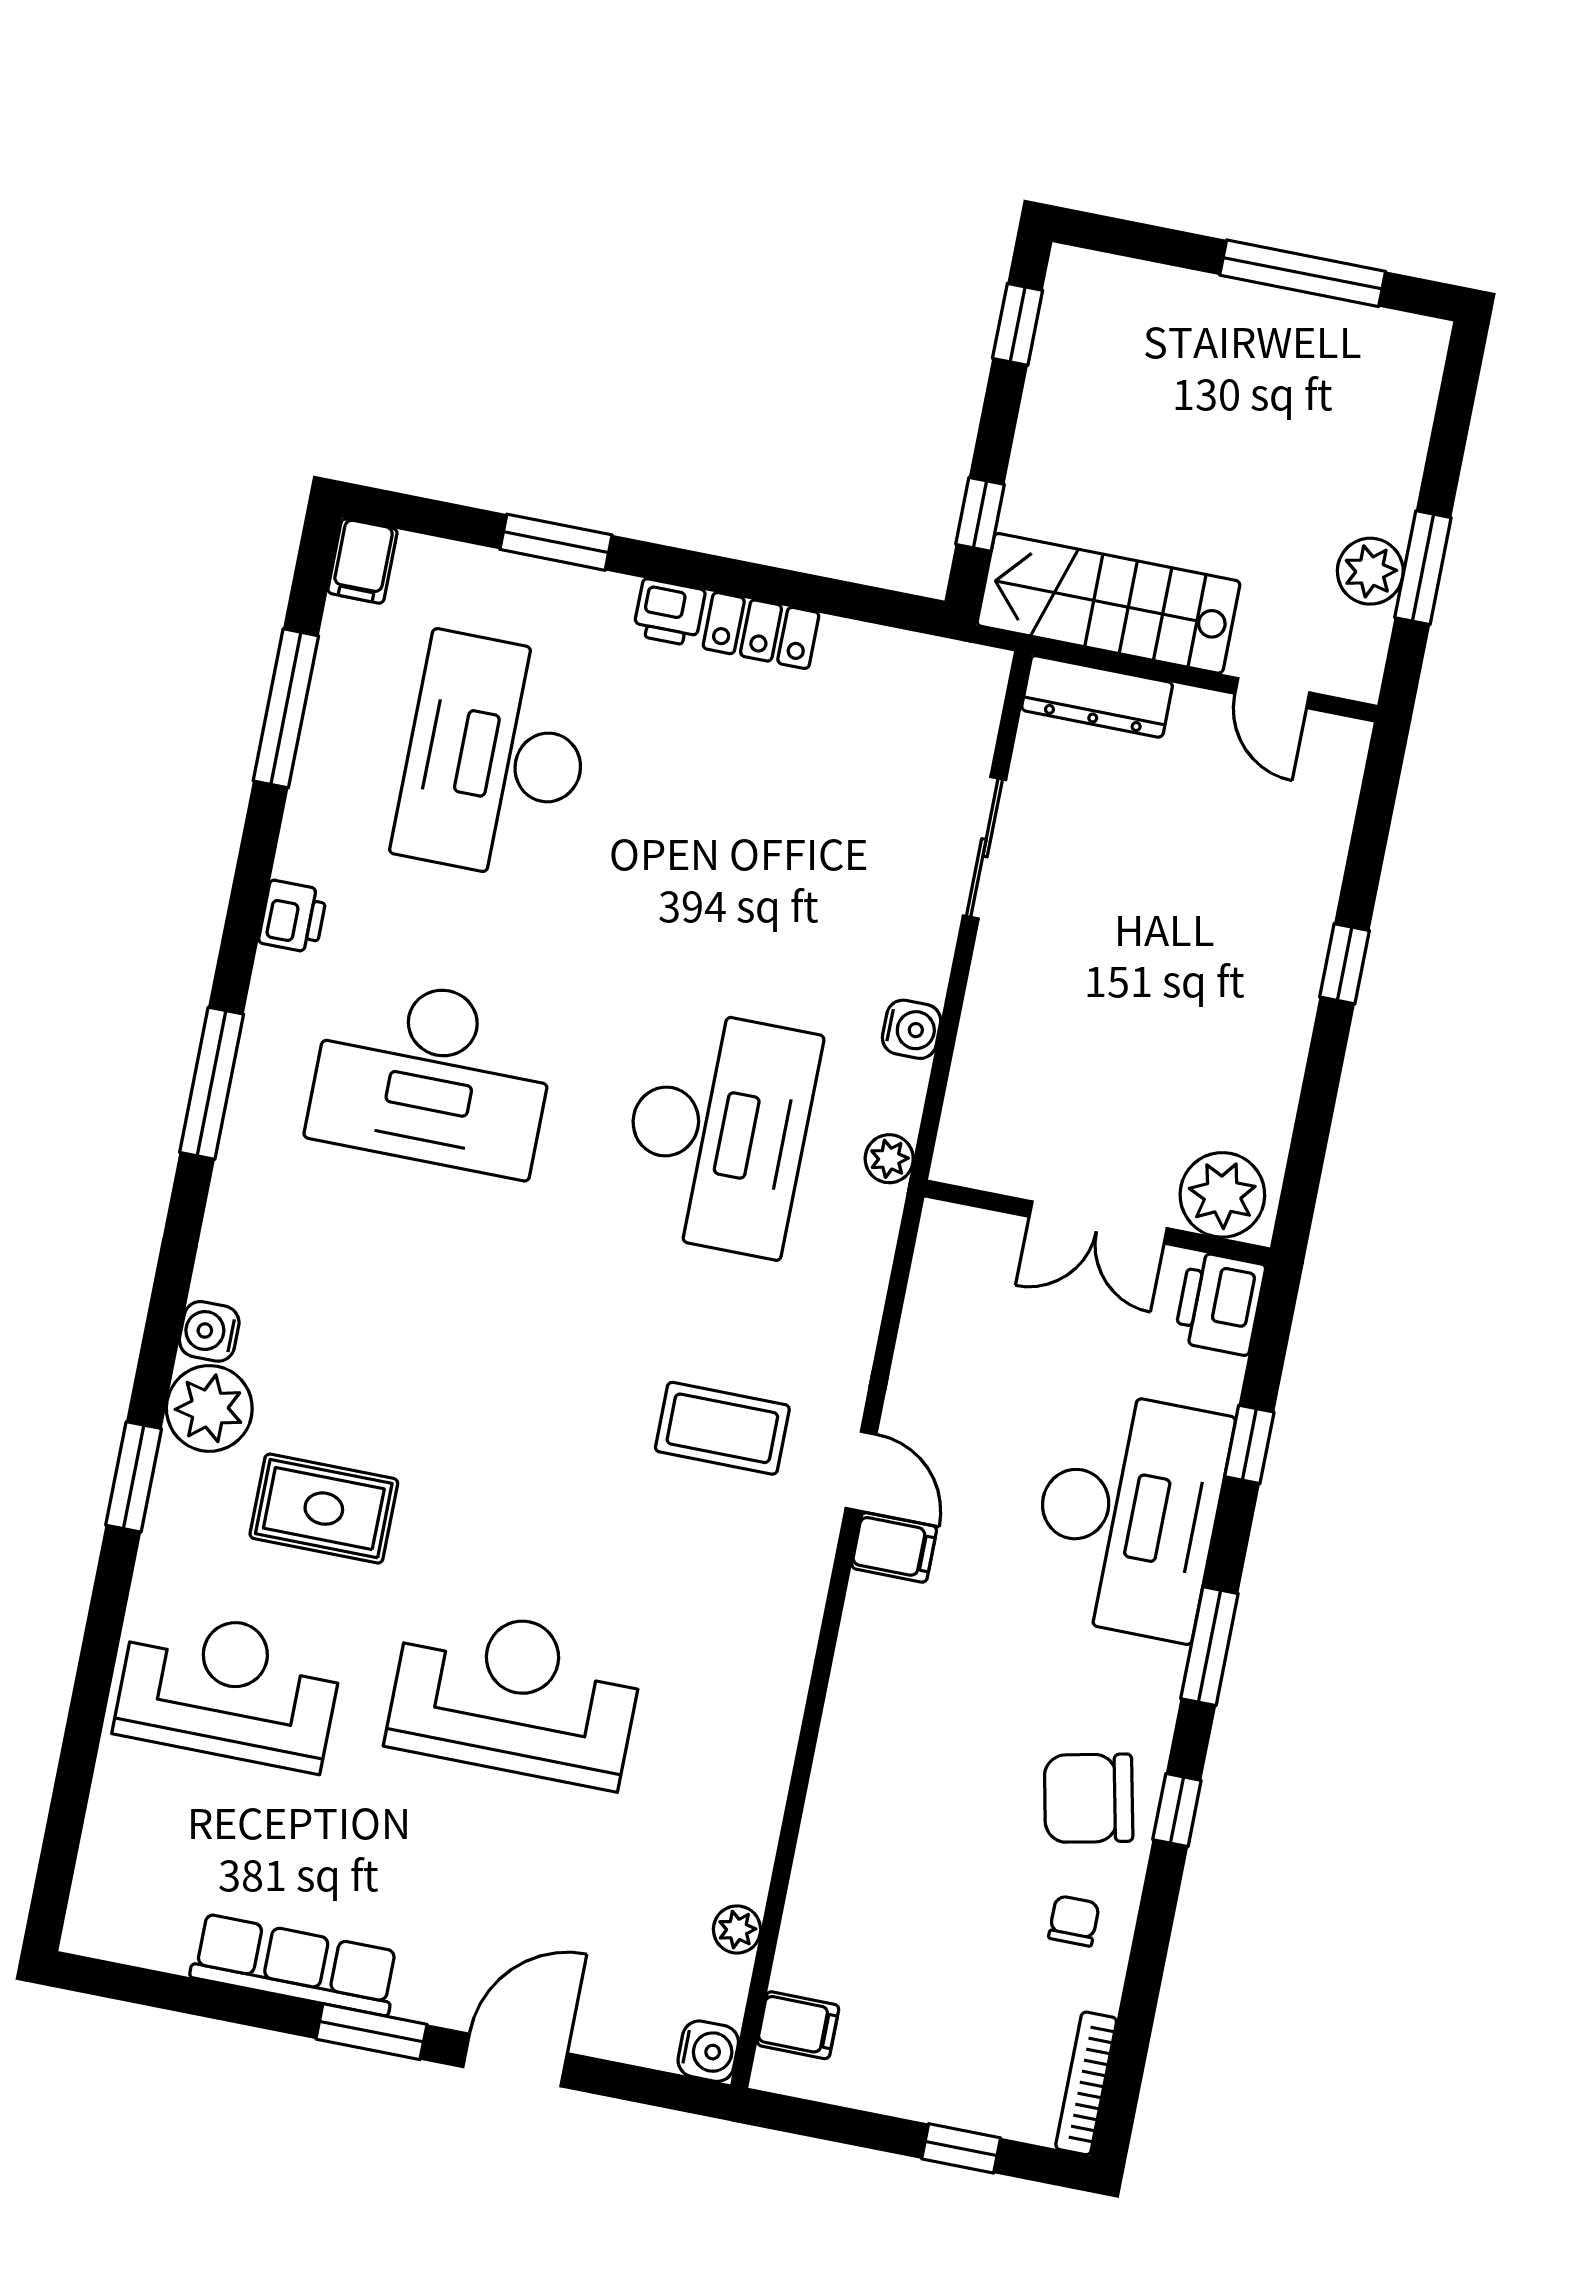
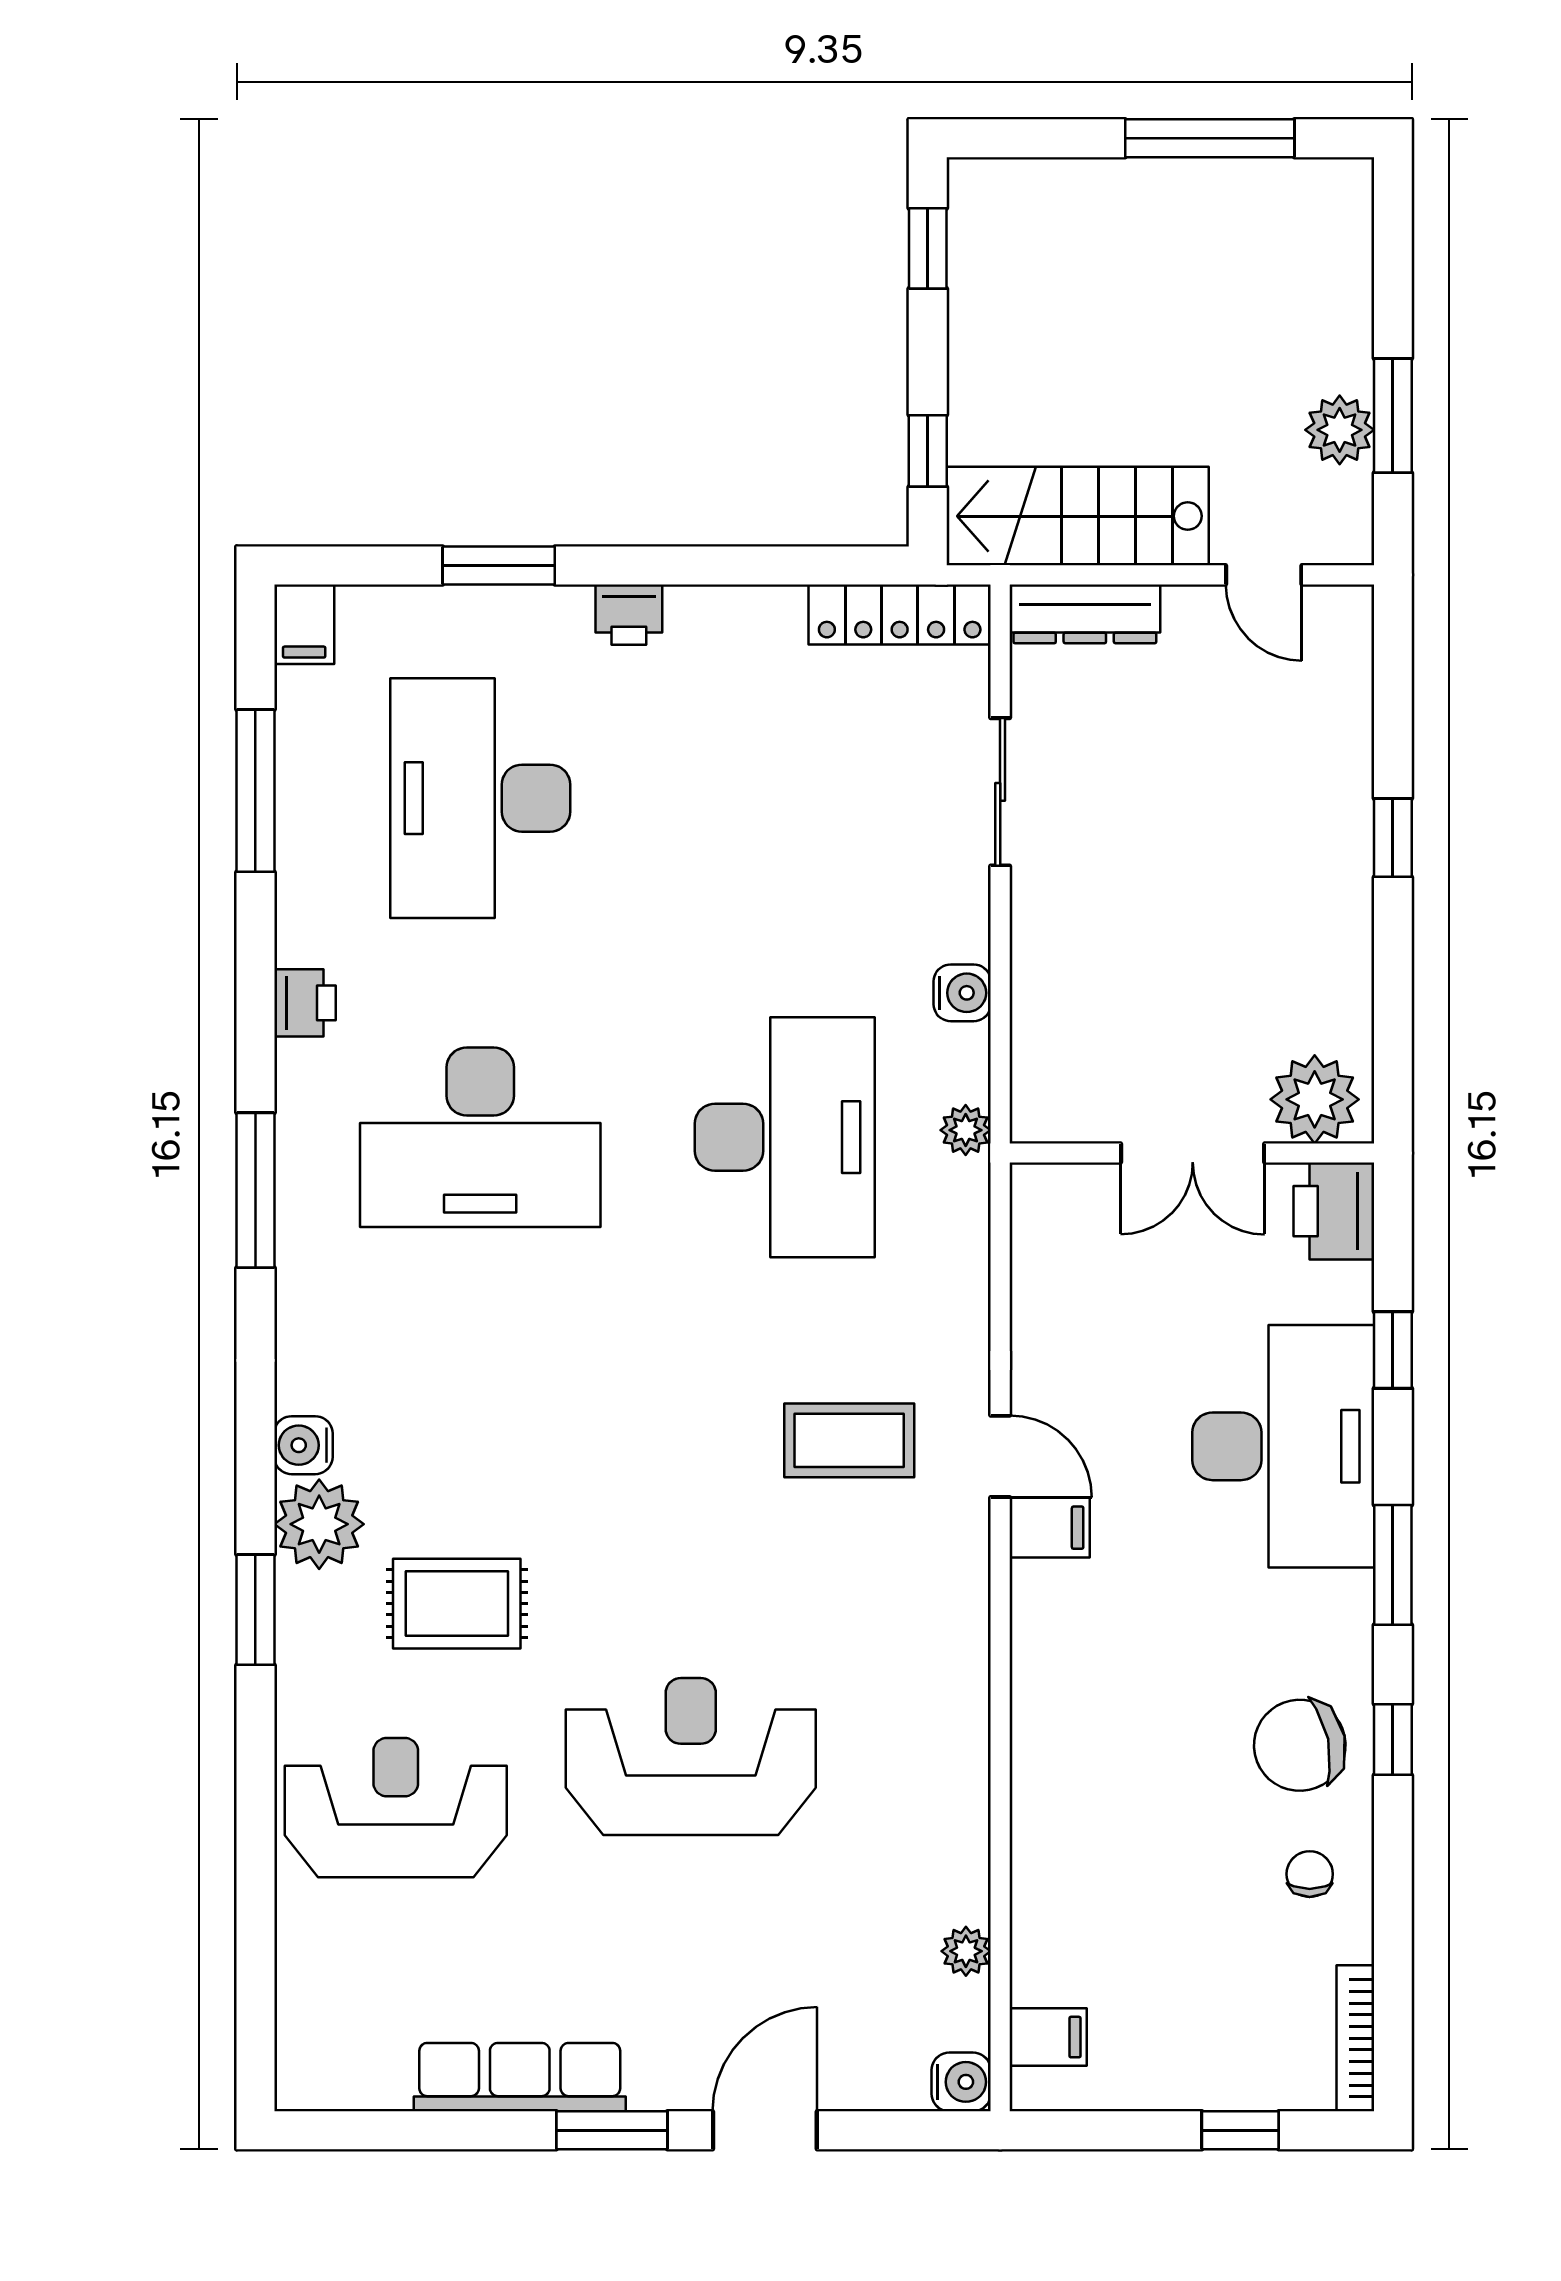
locker: (761, 631) -> (900, 614), moved, width x1.53

